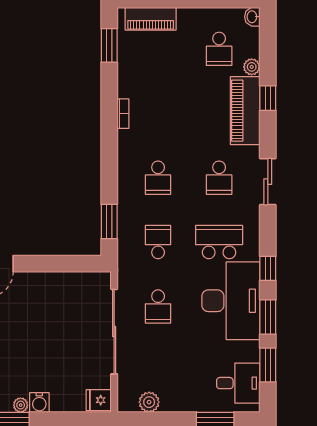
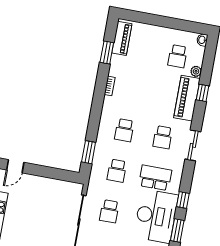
piano: (151, 19) -> (122, 38), moved, turned -90
window: (109, 45) -> (107, 52), moved
school desk: (158, 242) -> (117, 171), turned 180

